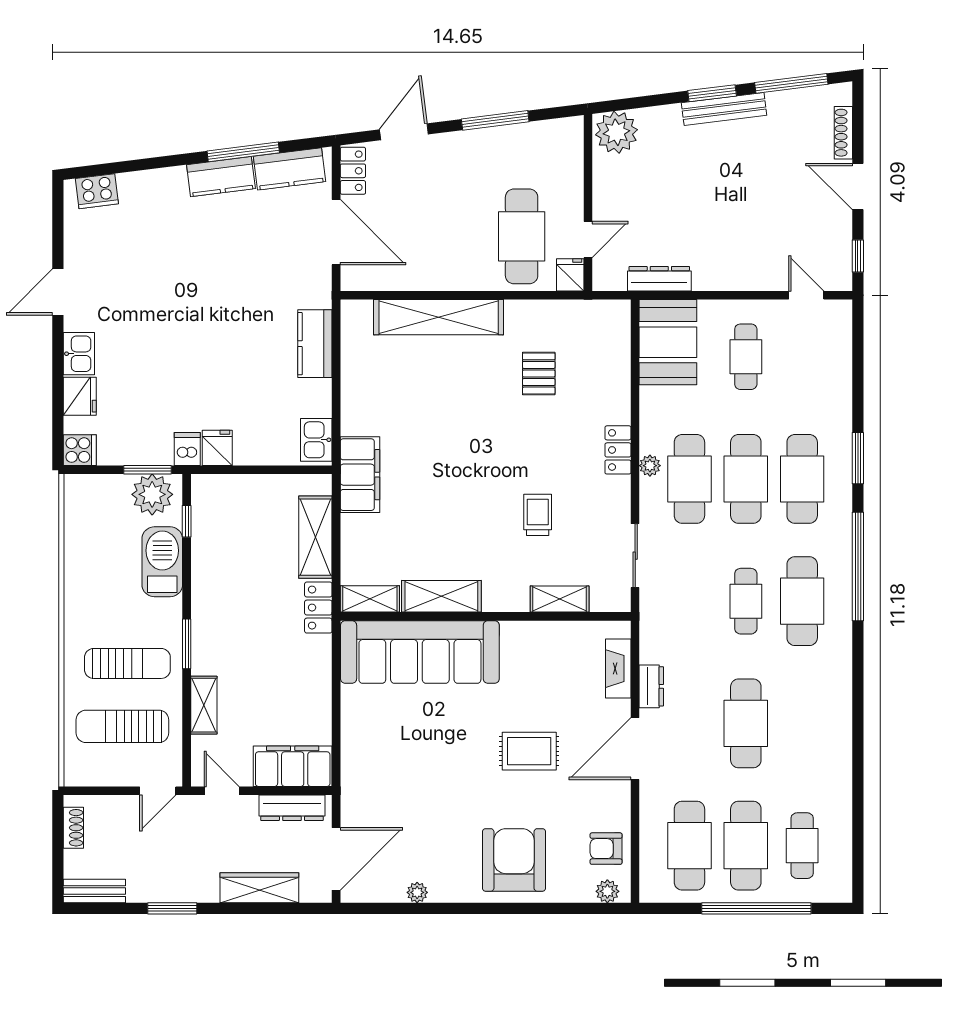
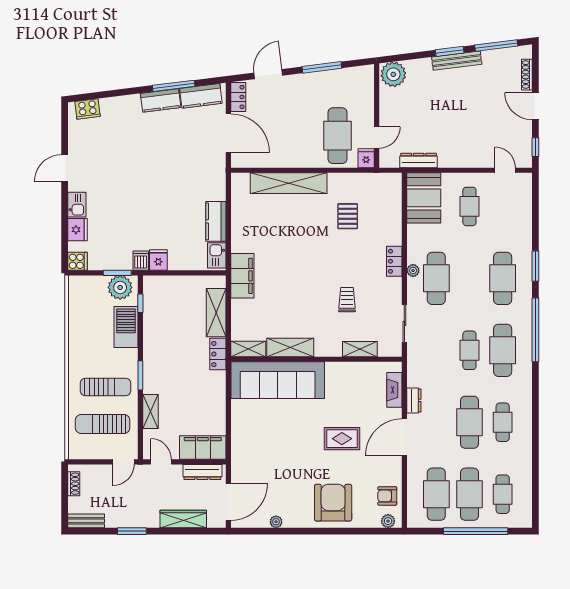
kitchen counter: (315, 344) -> (216, 221), moved
cafe table: (746, 479) -> (503, 422), moved, width x0.73, depth x0.74

